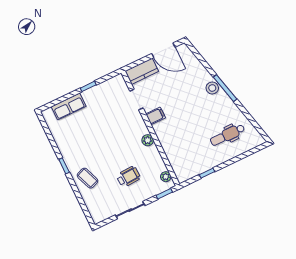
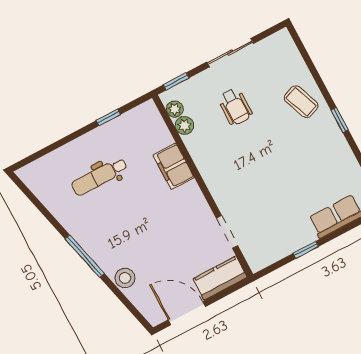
stool: (212, 88) -> (125, 278), moved
filing cabinet: (156, 116) -> (174, 166), moved, width x2.00
dental chair: (227, 135) -> (99, 177), moved, turned 180
plant: (148, 140) -> (184, 126), moved
wheelchair: (128, 177) -> (235, 107), turned -87

